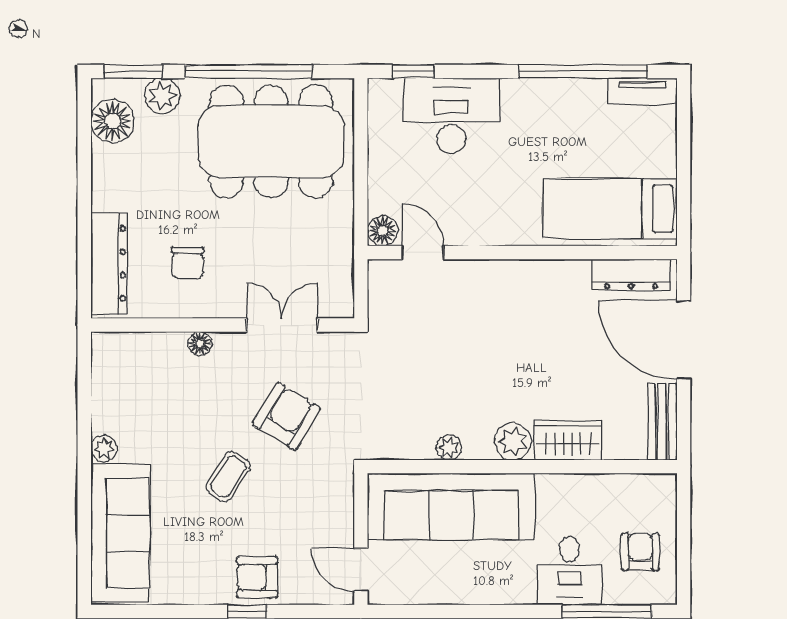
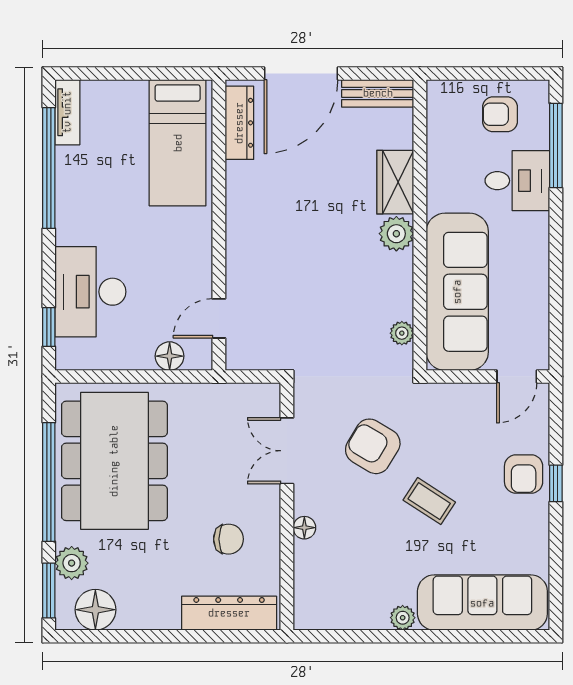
floor lamp: (383, 231) -> (170, 356), moved
plant: (449, 447) -> (402, 333), moved

